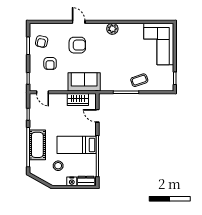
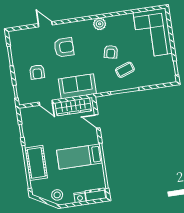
door: (79, 22) -> (45, 24), moved
armchair: (42, 42) -> (111, 52), moved
coffee table: (139, 80) -> (125, 70), moved
door: (43, 92) -> (46, 103), moved
wardrobe: (78, 100) -> (73, 107), width x1.50
stool: (58, 166) -> (57, 195), moved

